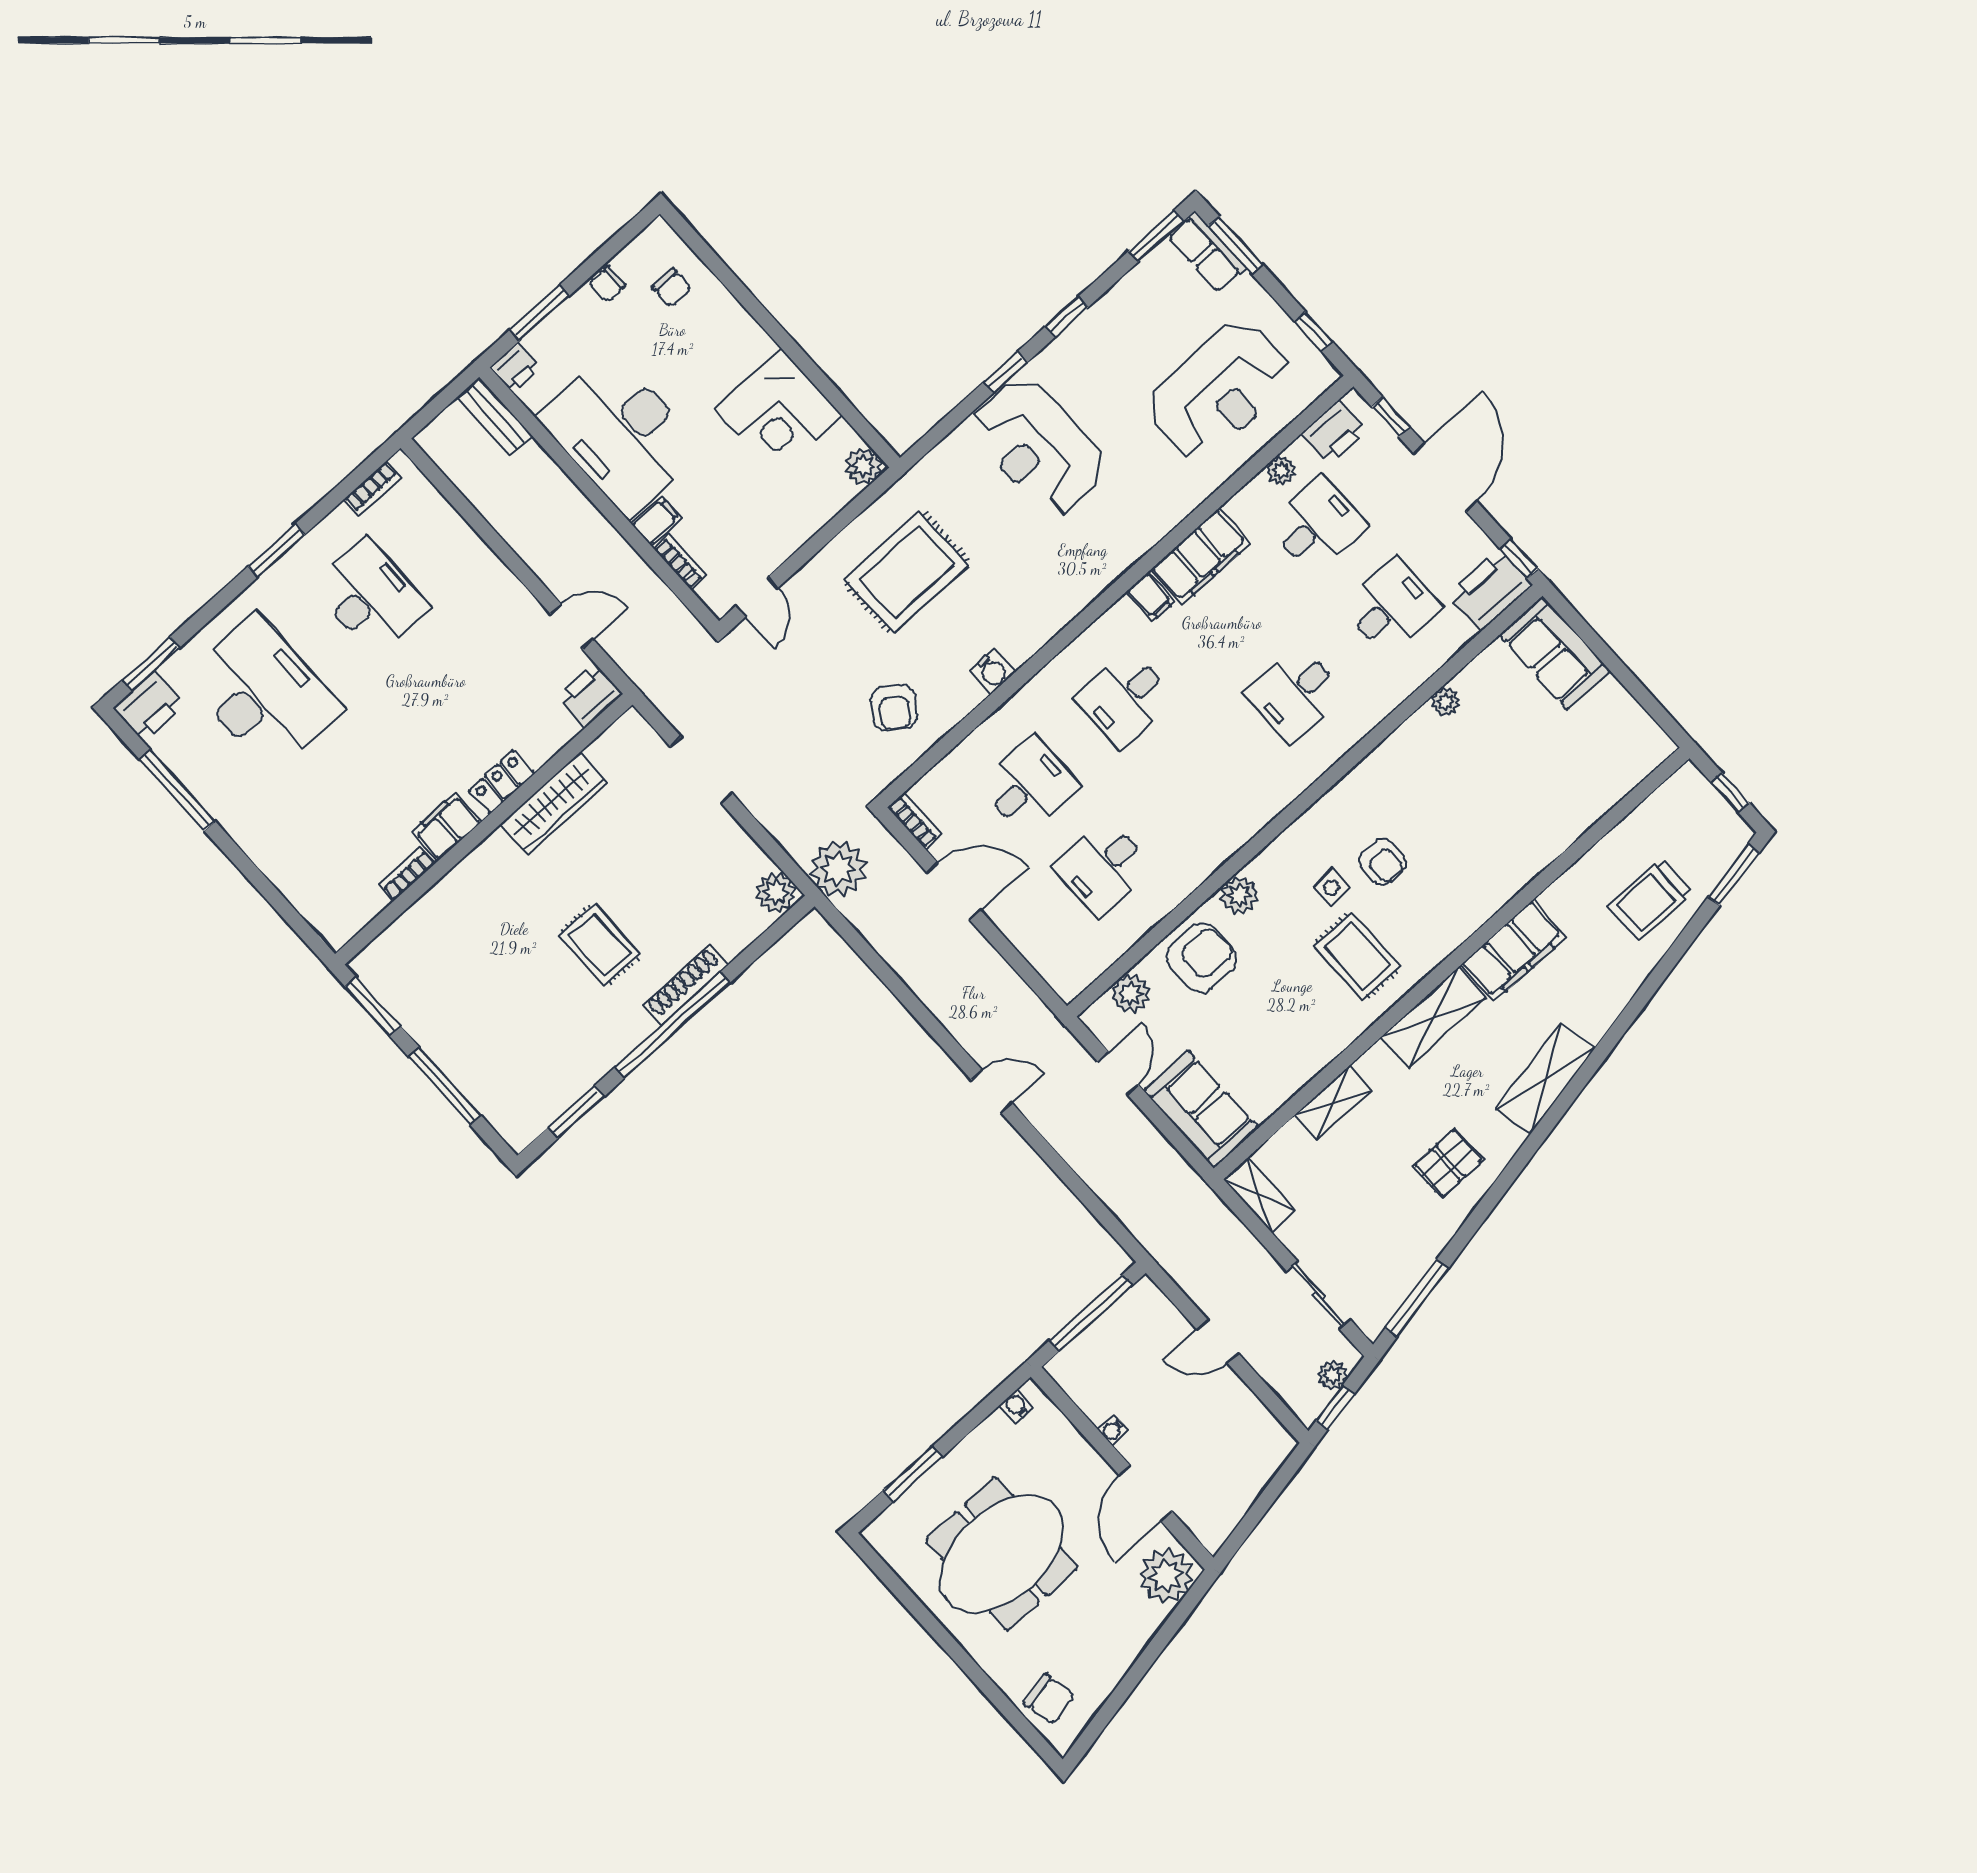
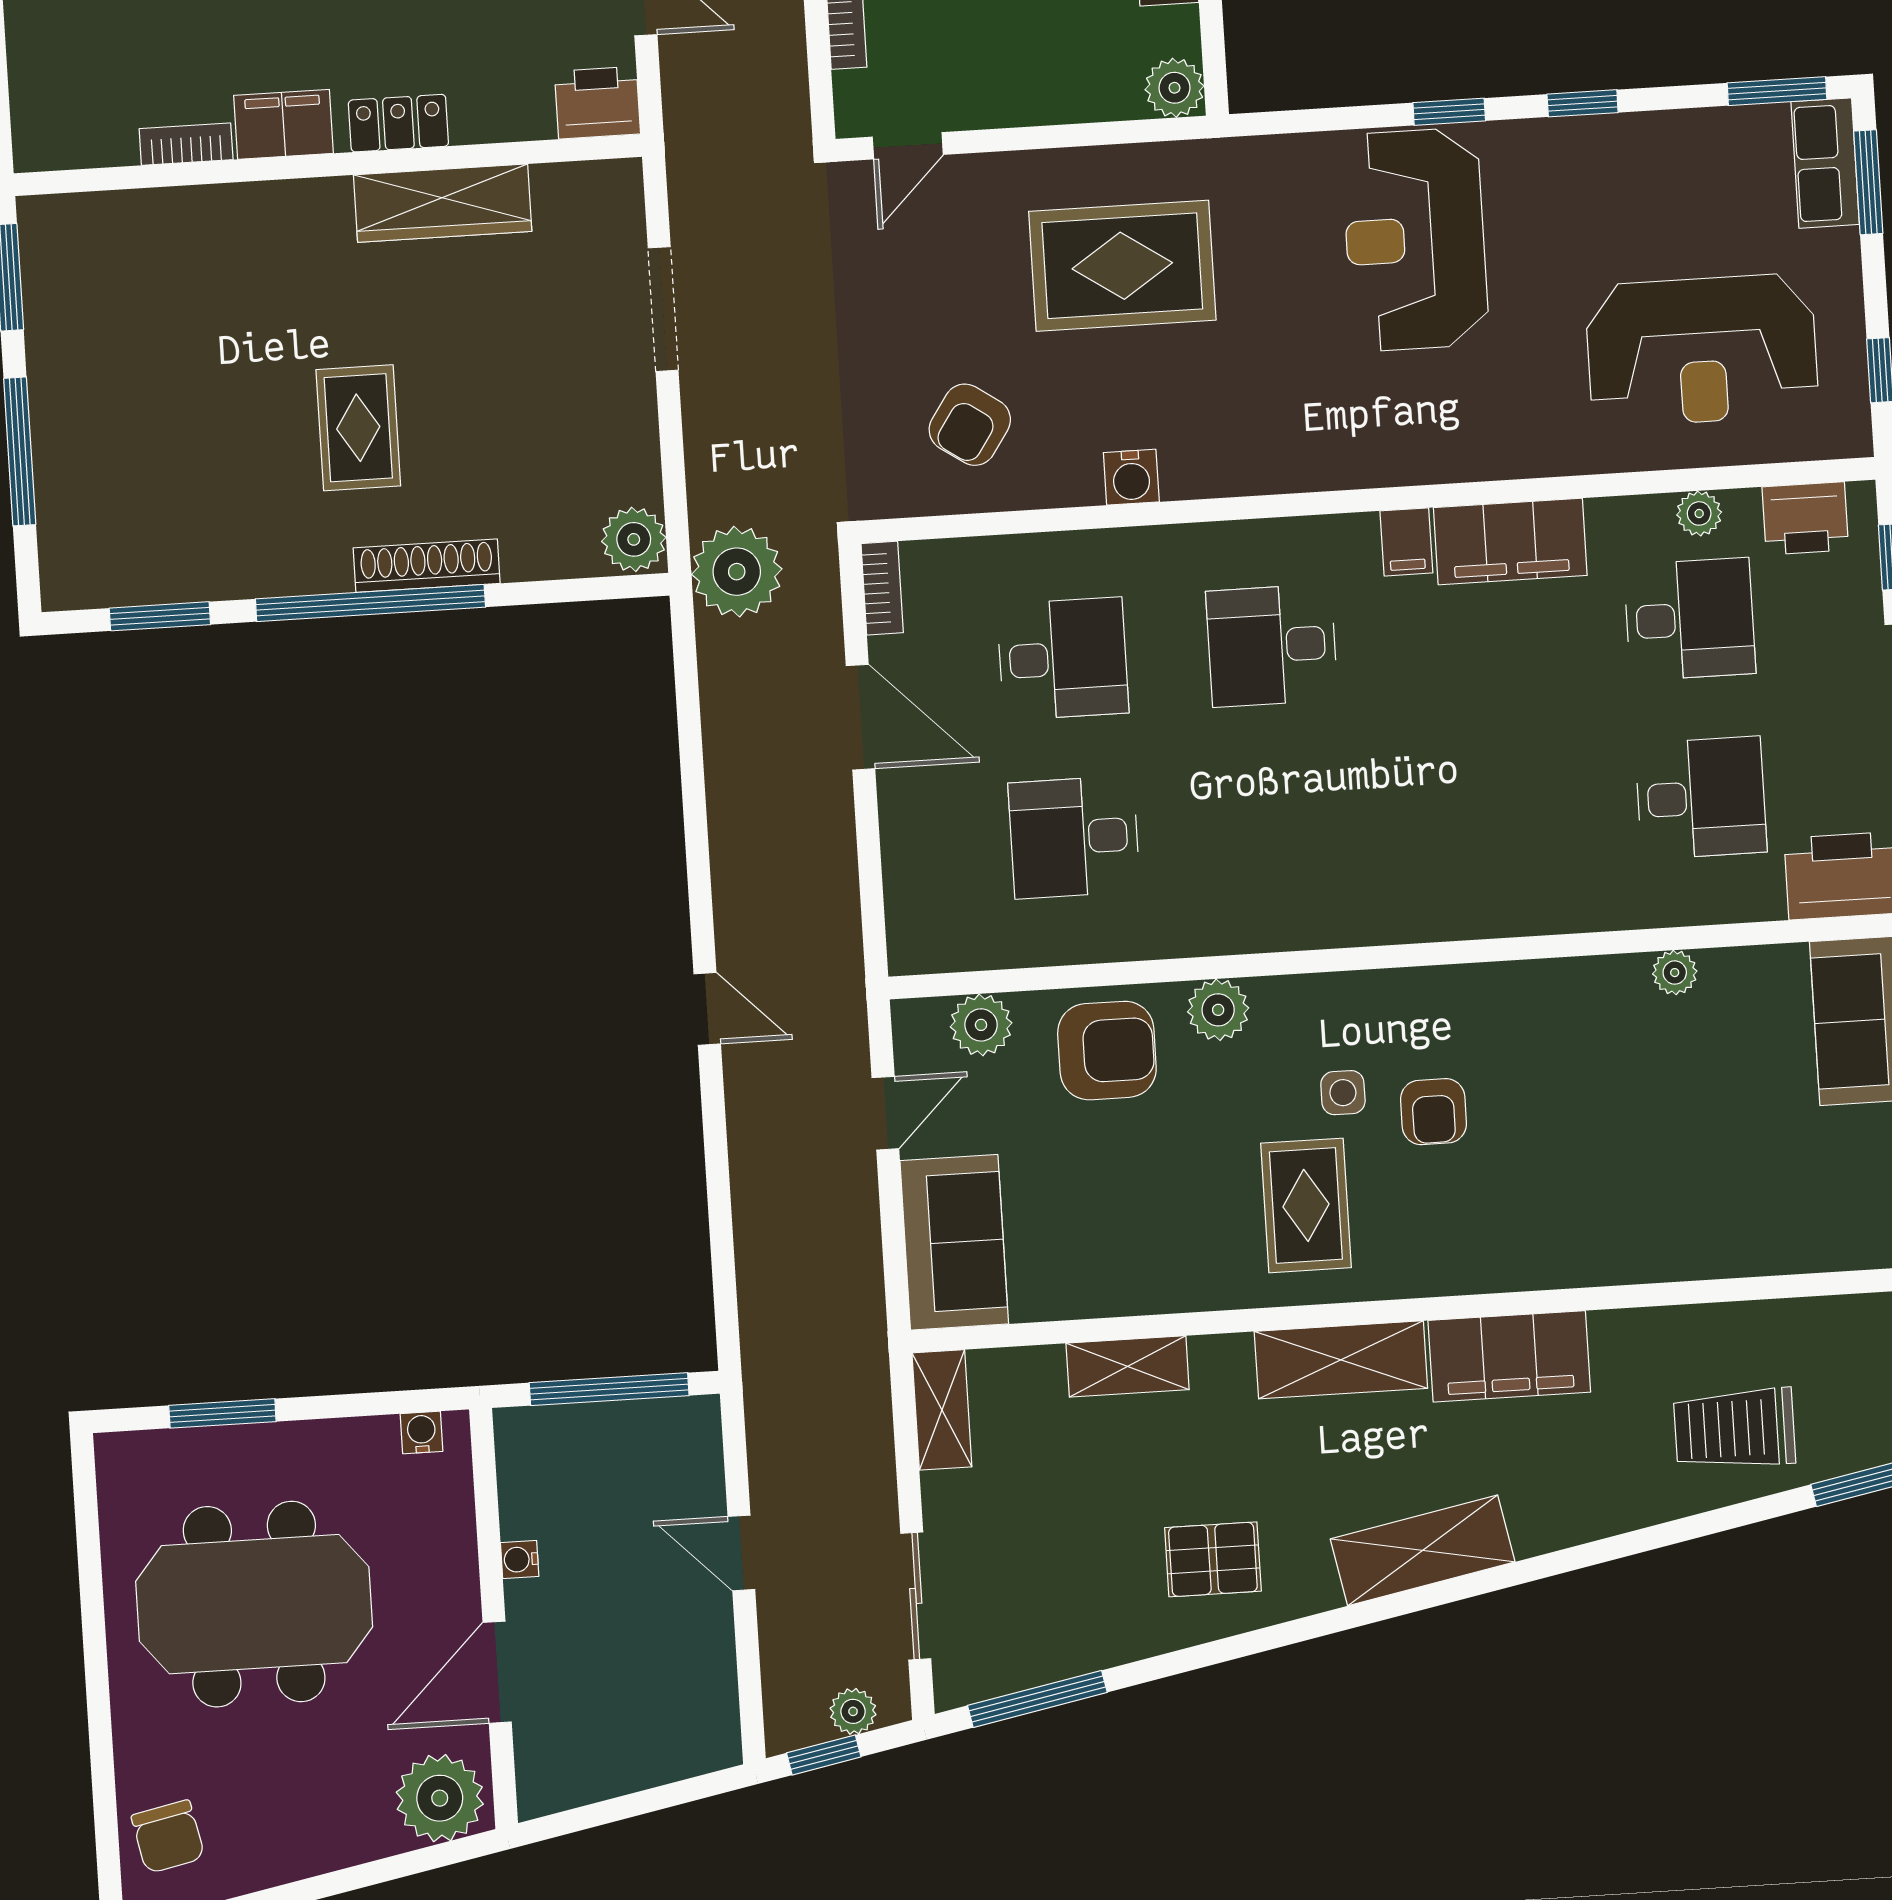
desk: (1295, 694) -> (1492, 811), removed

